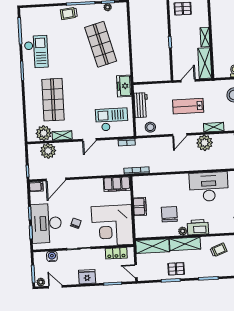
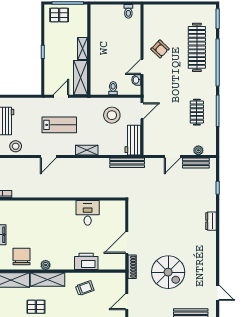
lab bench: (188, 106) -> (59, 125), turned 180
plant: (205, 143) -> (76, 167), removed
desk: (209, 187) -> (88, 213), width x0.53, depth x0.77
chair: (169, 214) -> (22, 257), moved
printer: (198, 227) -> (86, 261), moved

